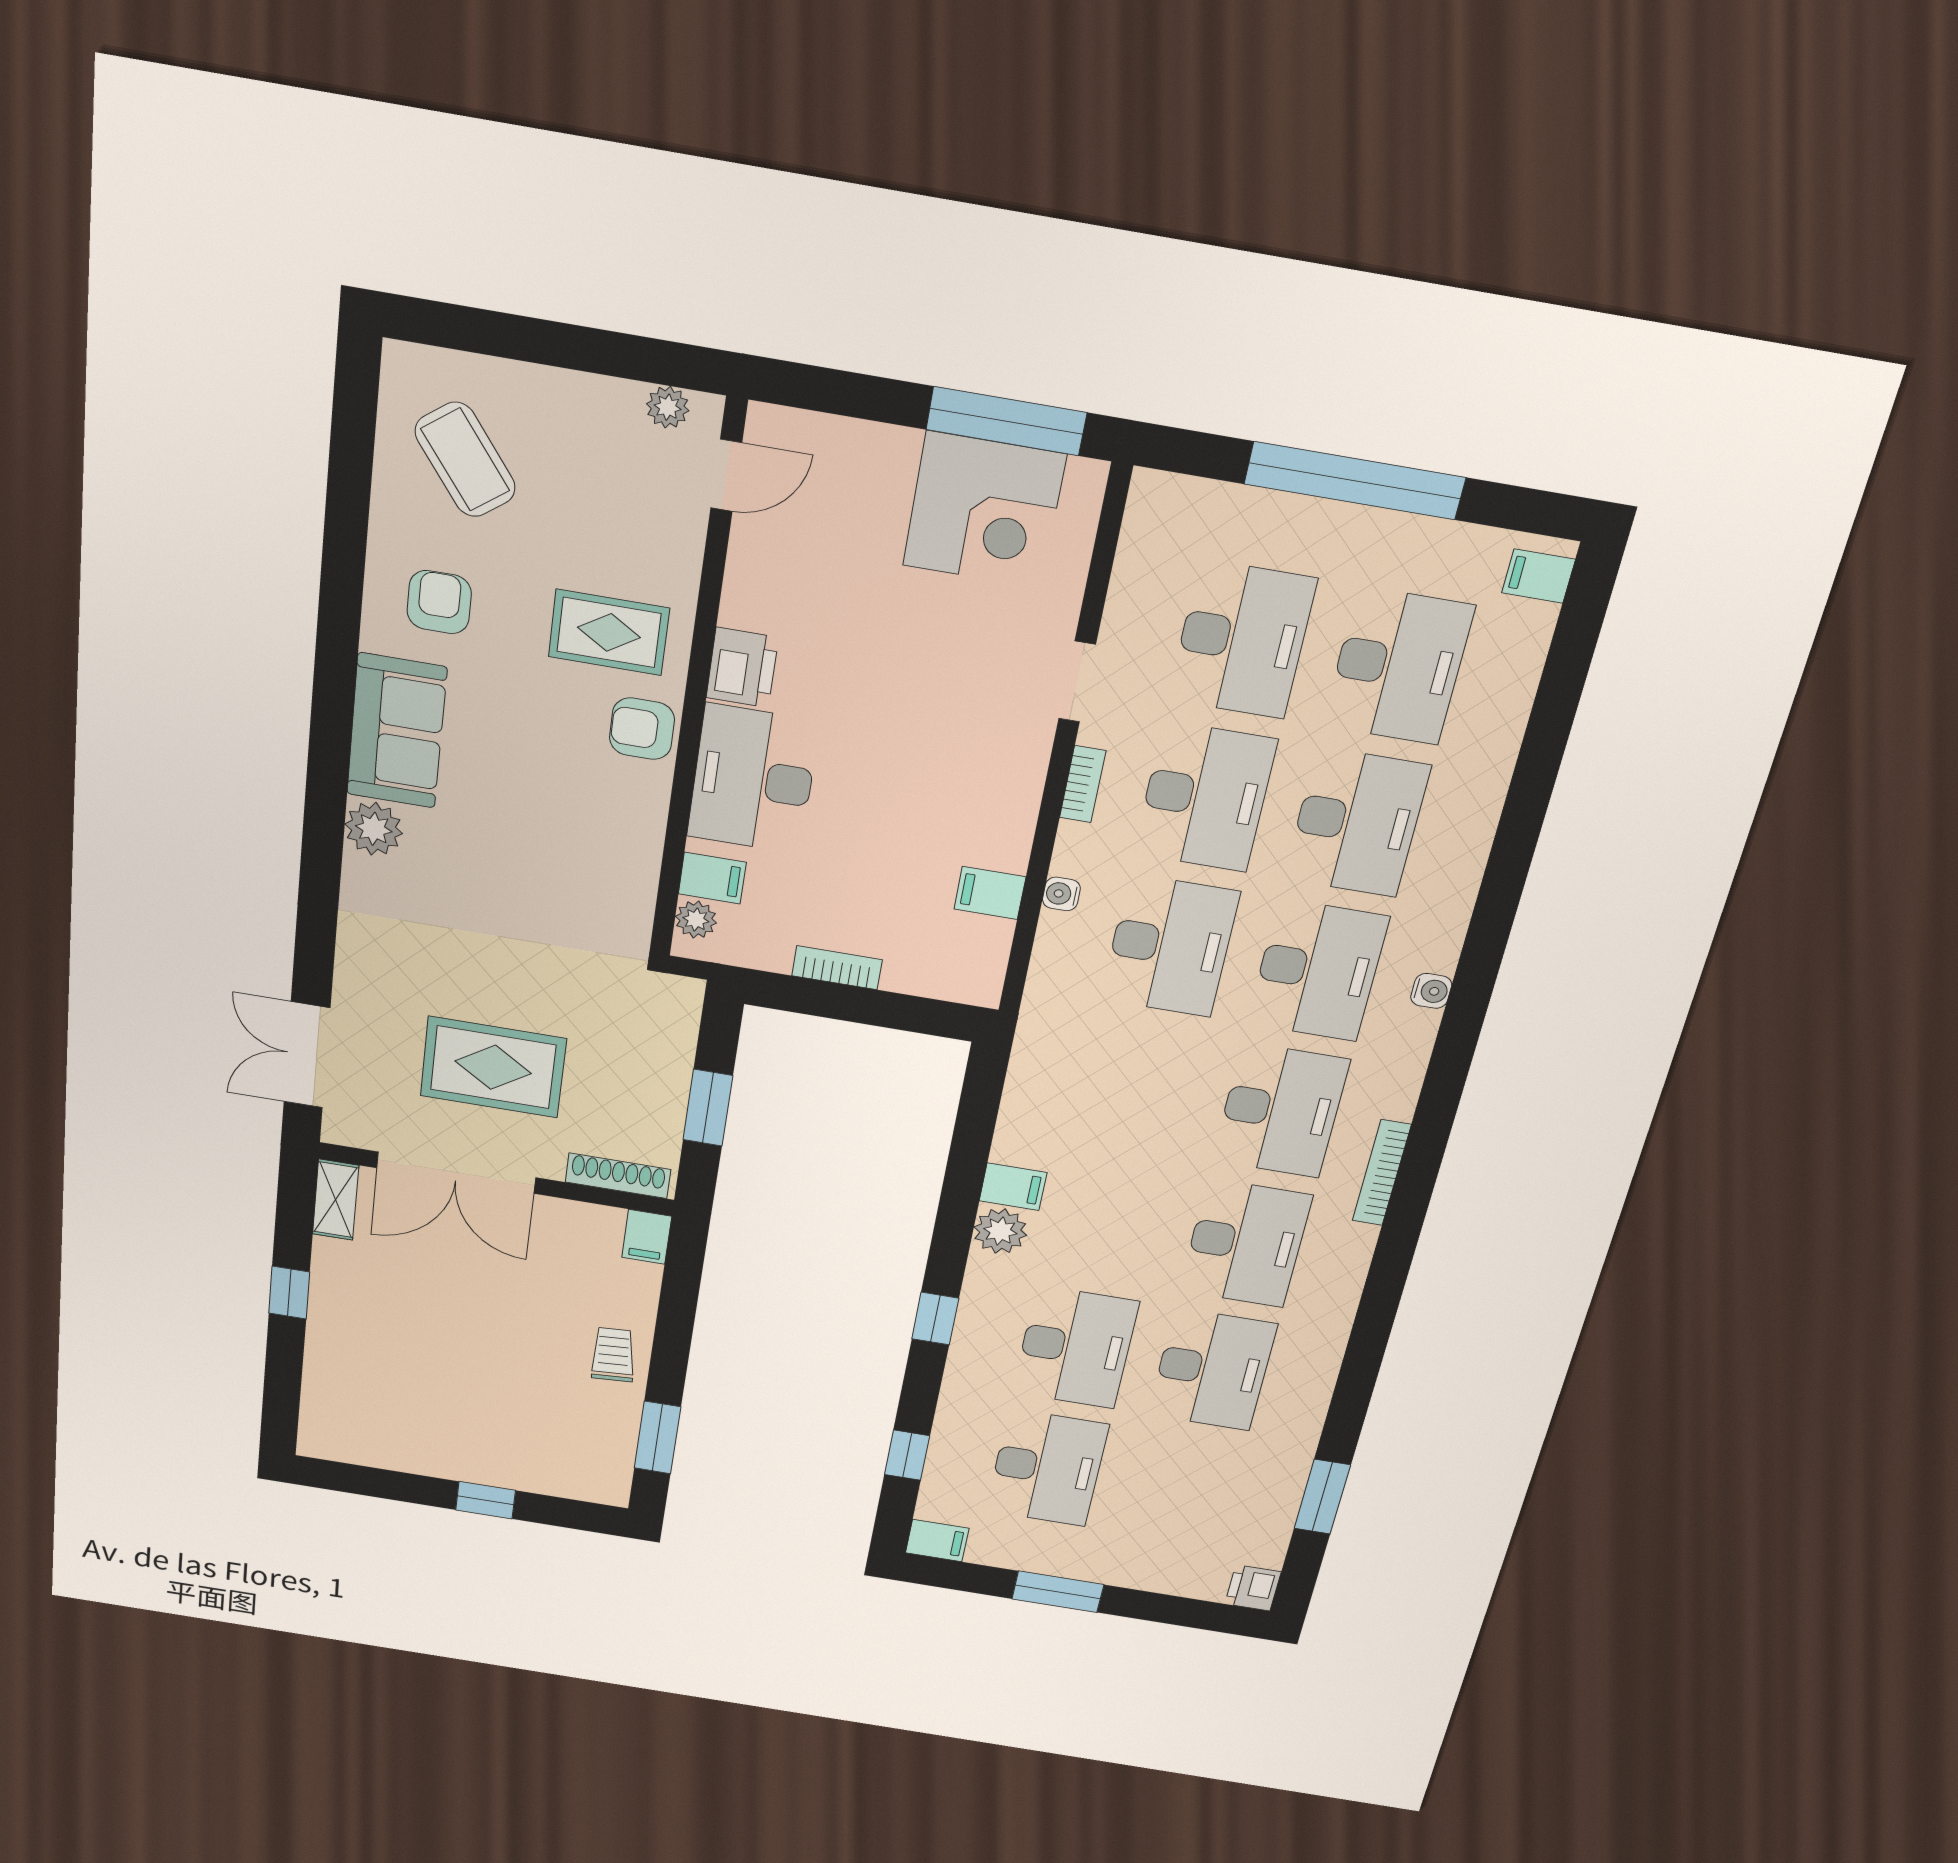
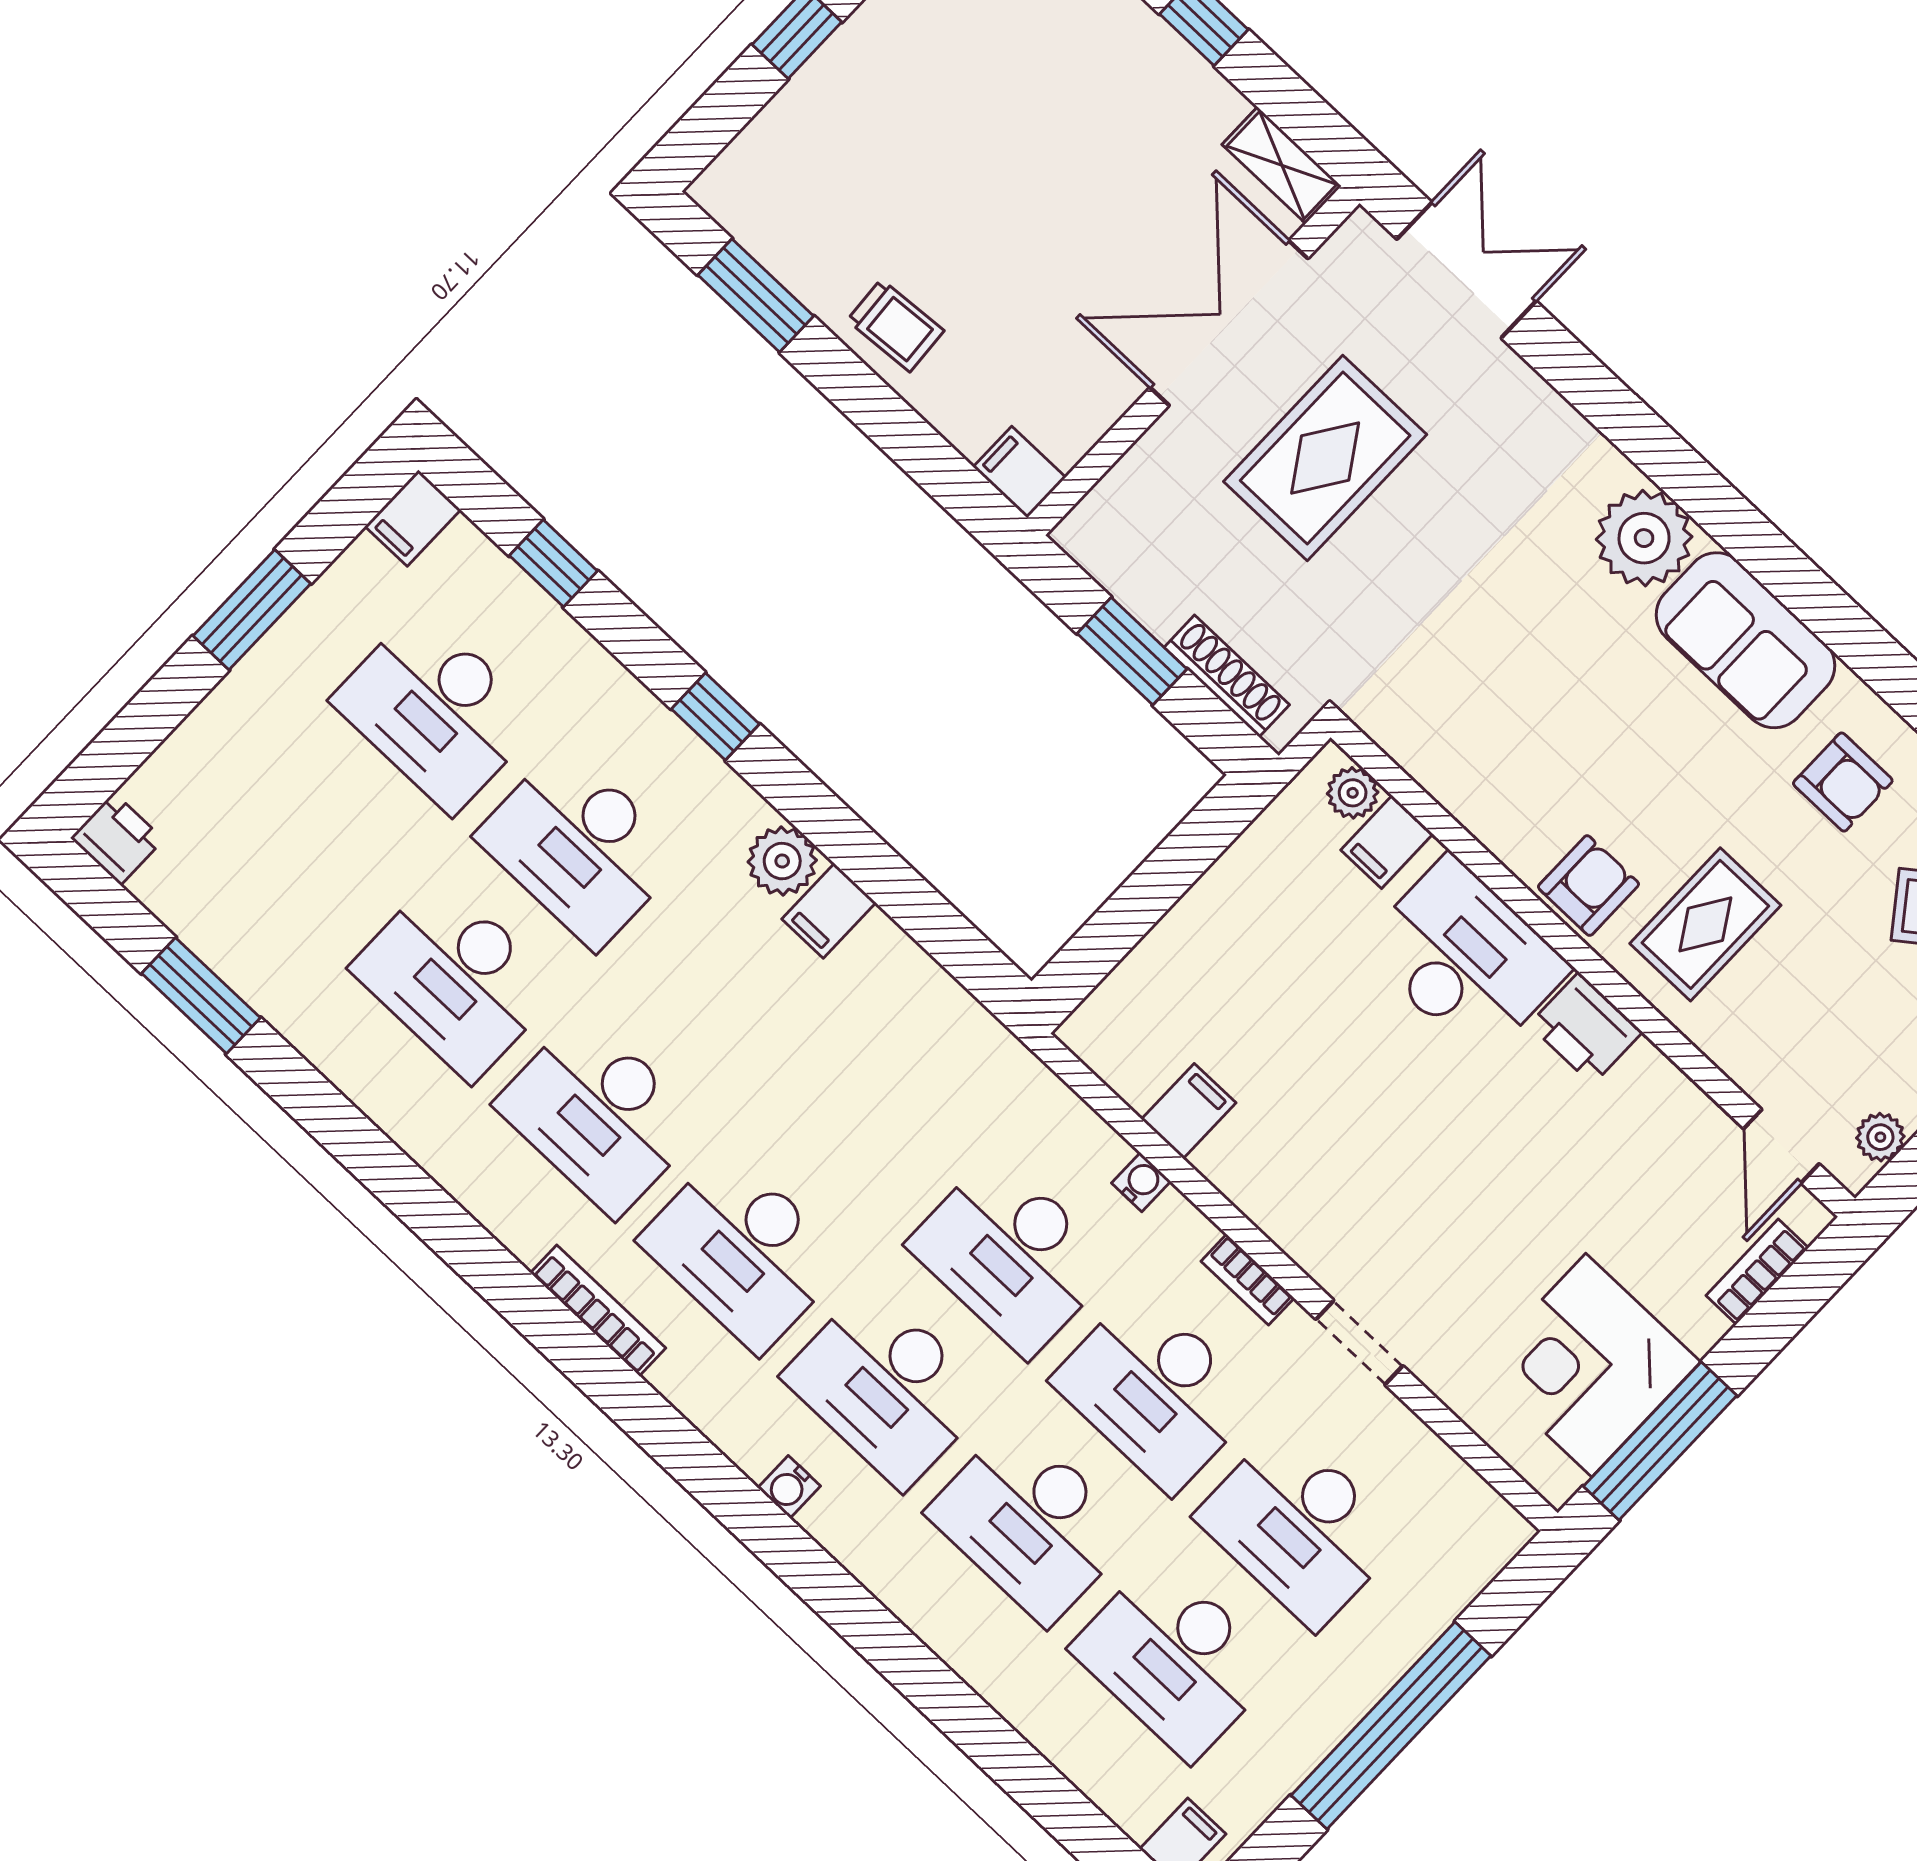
plant: (374, 829) -> (1644, 538), width x1.36, depth x1.36
bookcase: (837, 968) -> (1757, 1272), moved, turned 180
shoe rack: (618, 1176) -> (1227, 676), moved, turned -90

